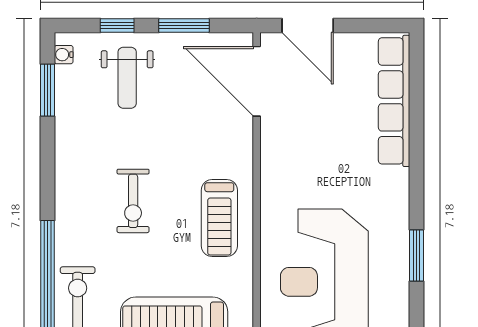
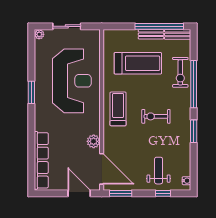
window: (184, 26) -> (121, 193), moved
window: (47, 90) -> (194, 131), moved
plant: (275, 144) -> (94, 141), added
exercise bike: (133, 201) -> (156, 116), turned -90

